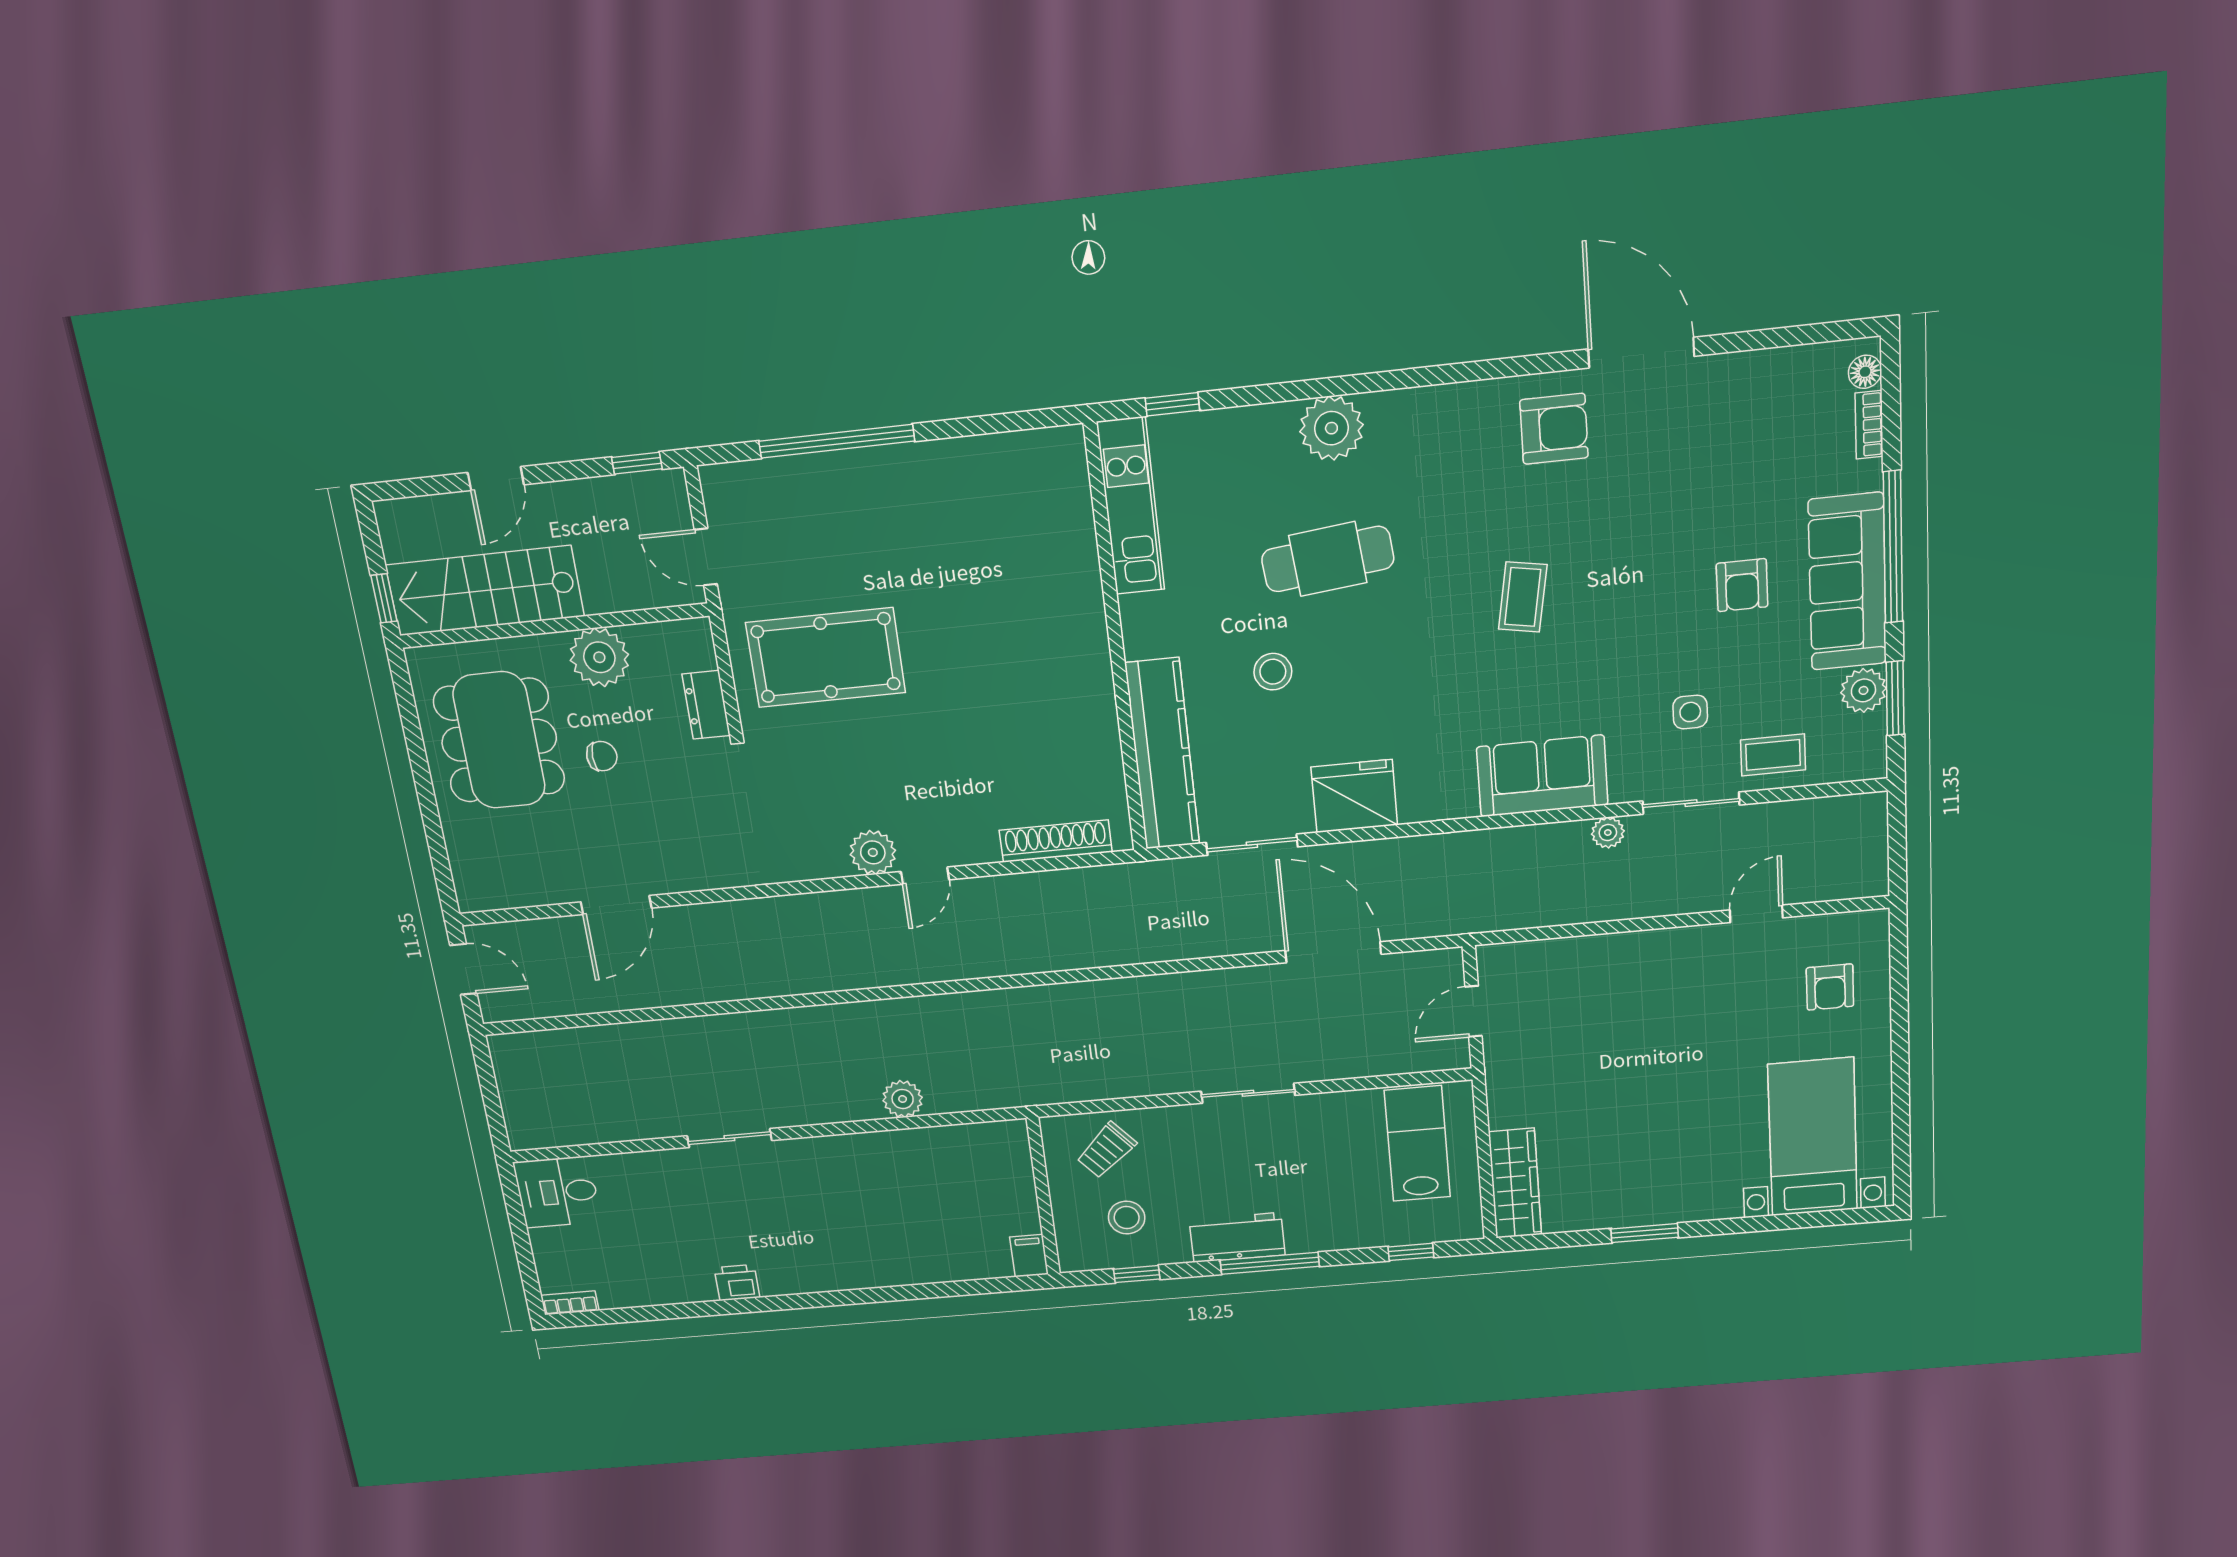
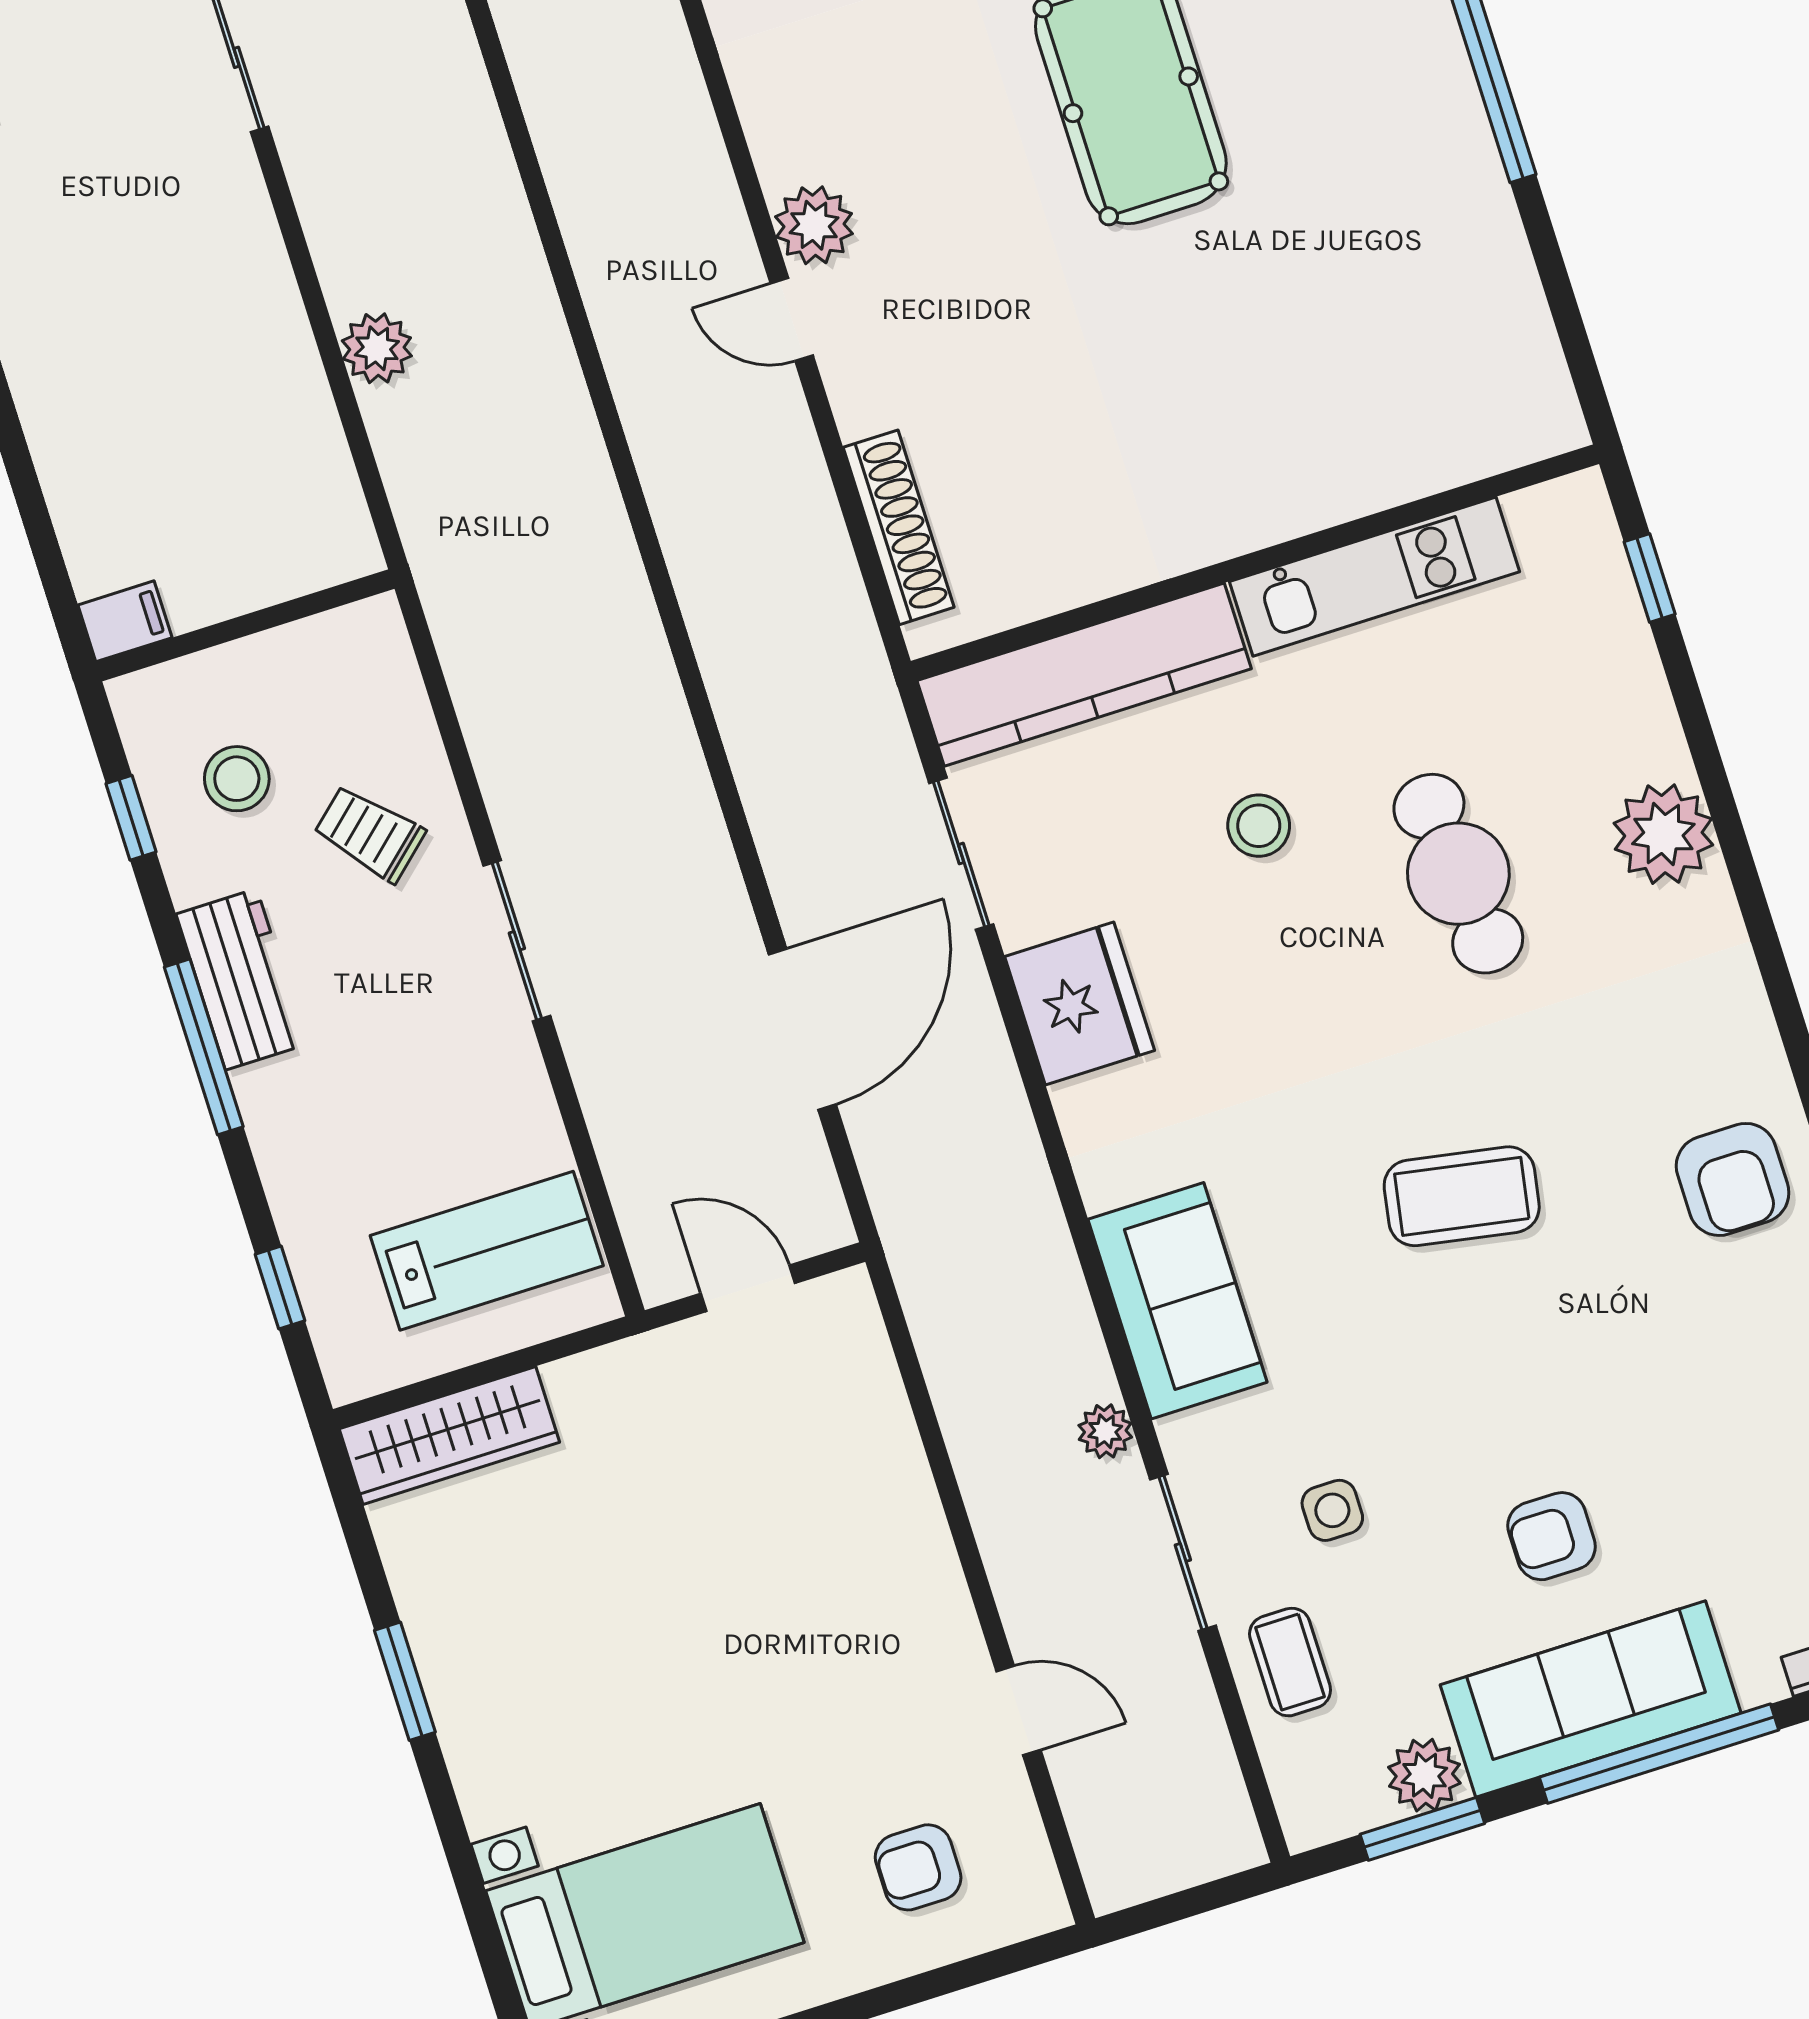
kitchen unit: (1131, 506) -> (1374, 577), moved
coffee table: (1523, 597) -> (1462, 1196), width x1.36, depth x1.30
trolley: (1106, 1150) -> (370, 833), moved

